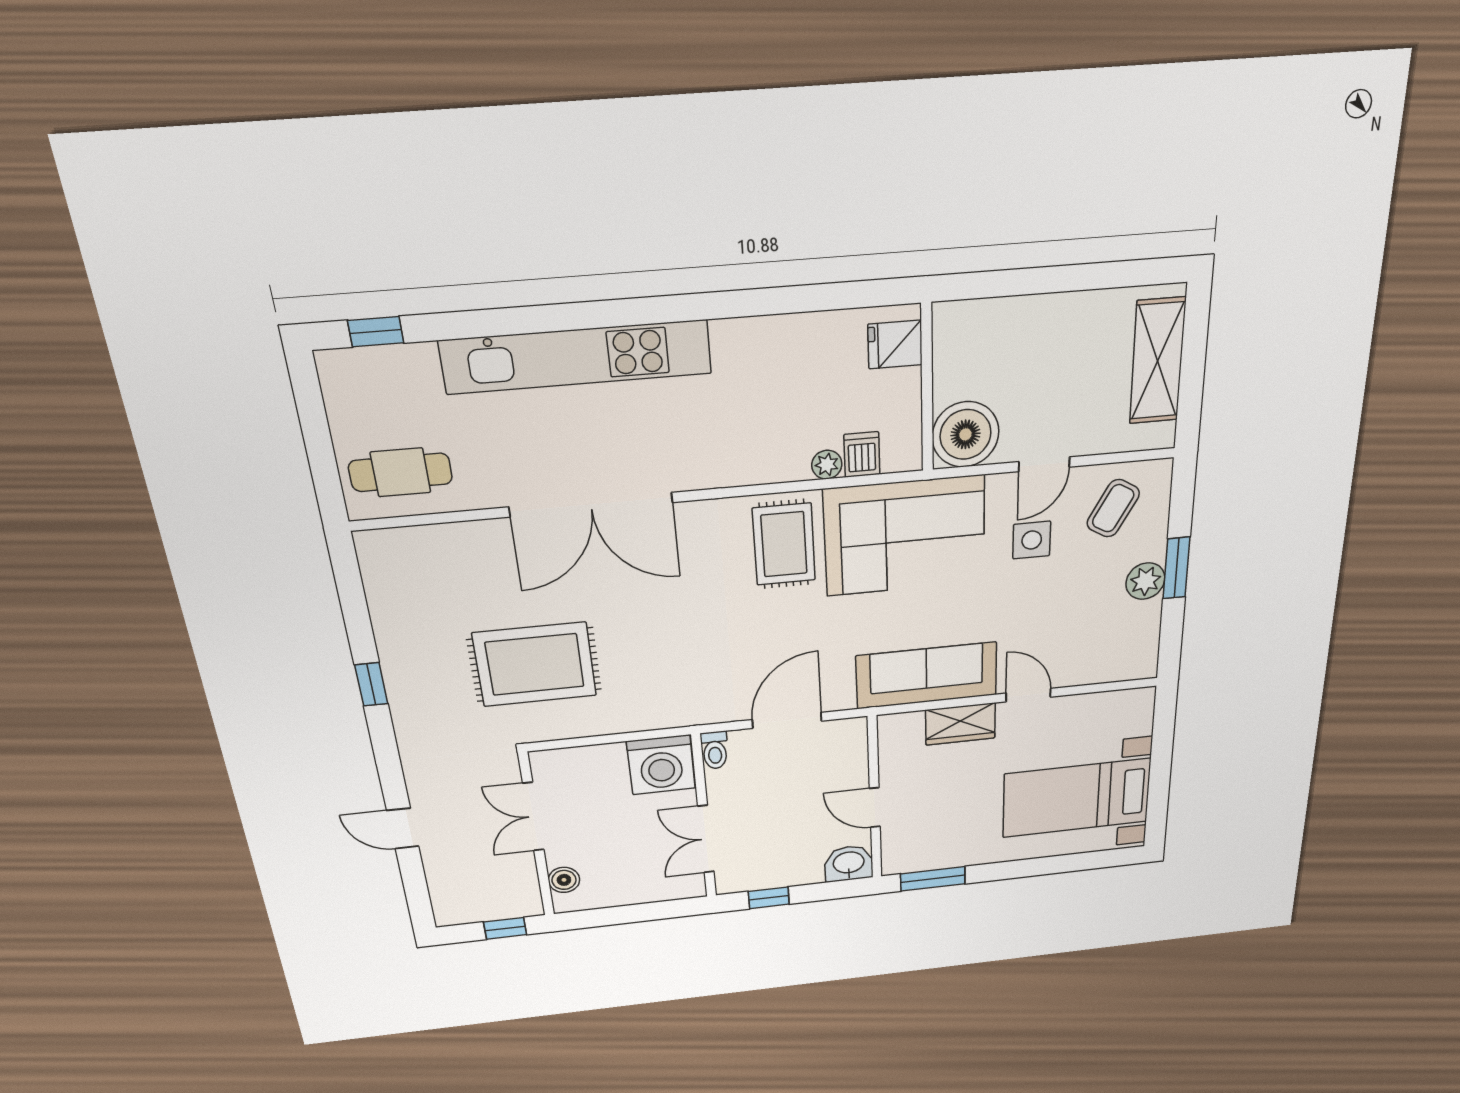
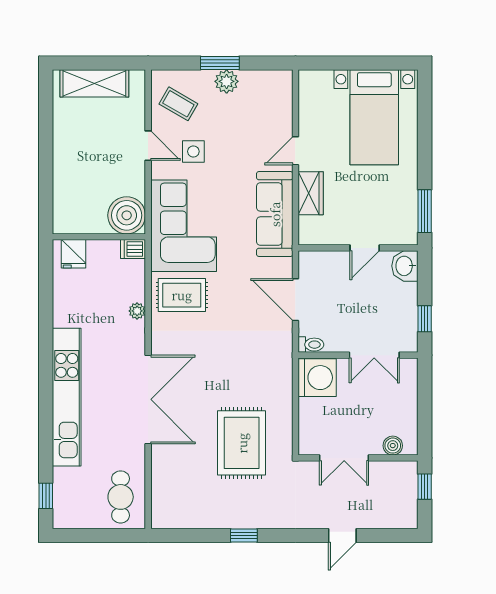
fridge: (895, 344) -> (74, 254), moved
wall: (927, 389) -> (99, 237), moved
boiler: (965, 434) -> (127, 215), moved
plant: (827, 465) -> (137, 311), moved

